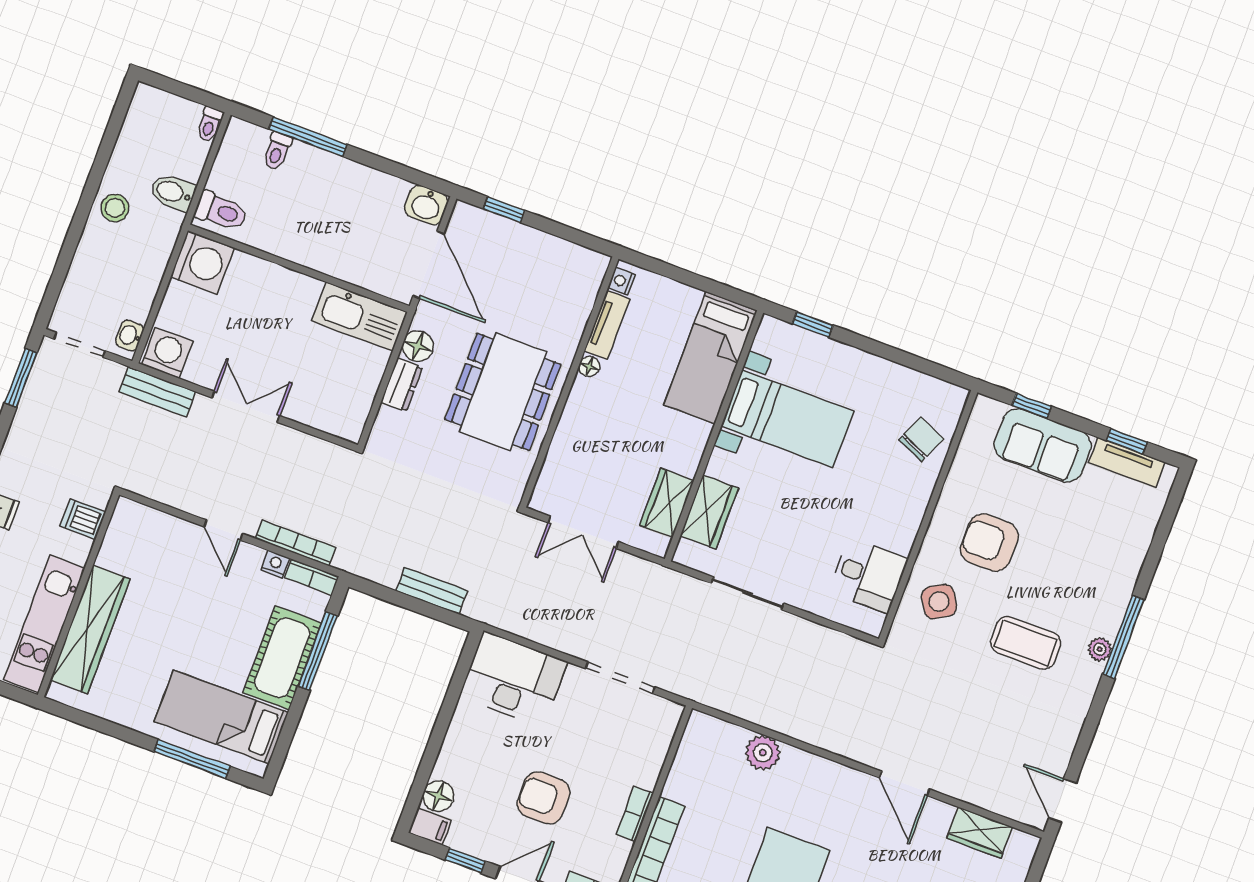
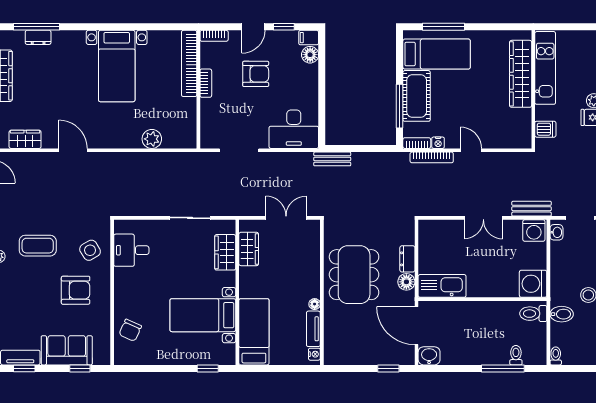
bench: (432, 591) -> (332, 159), moved

